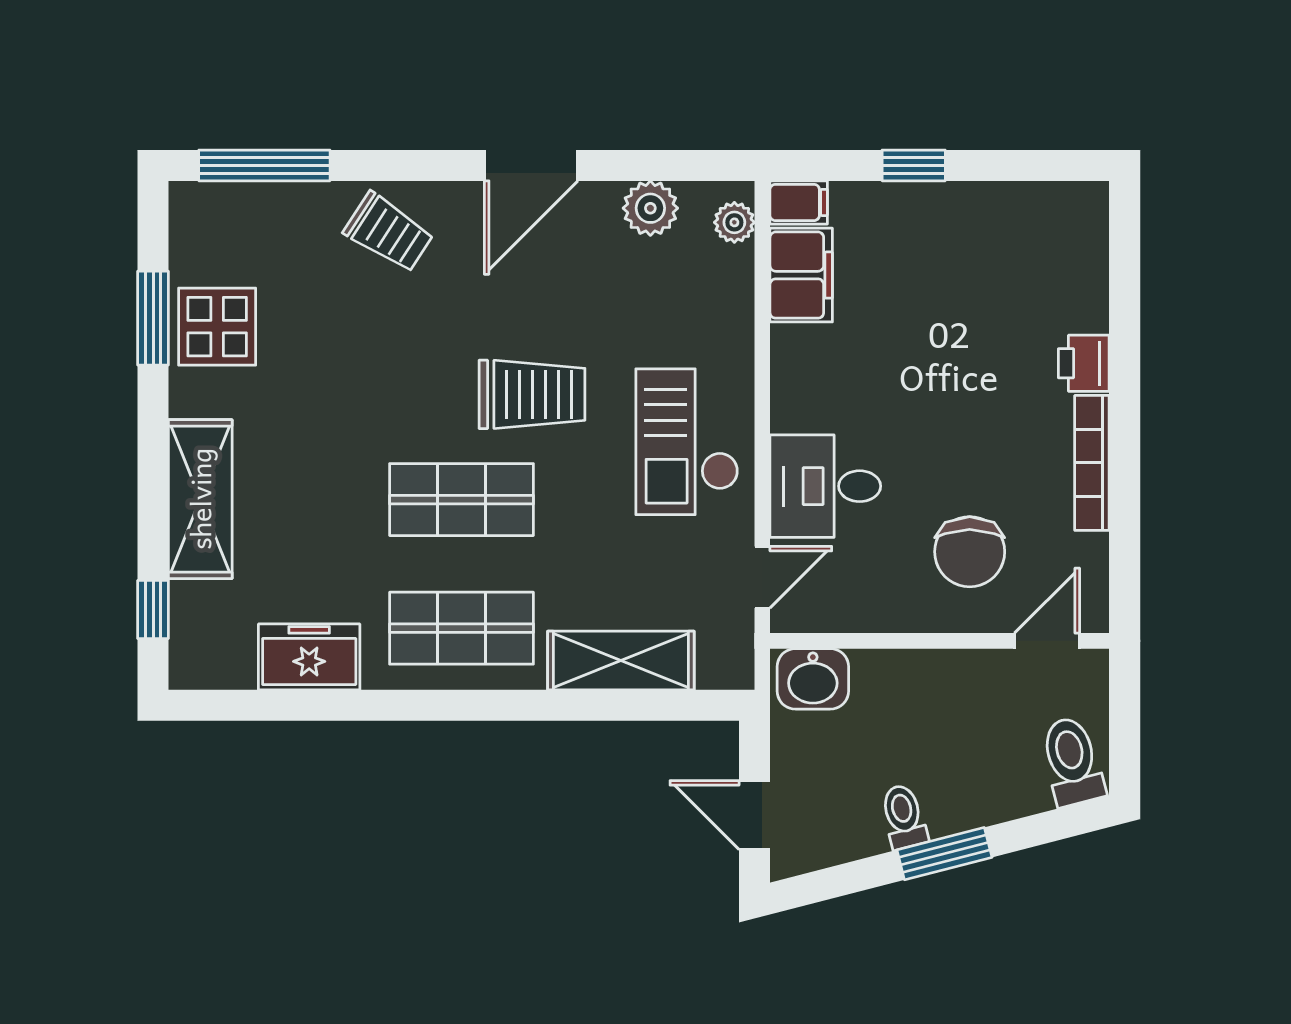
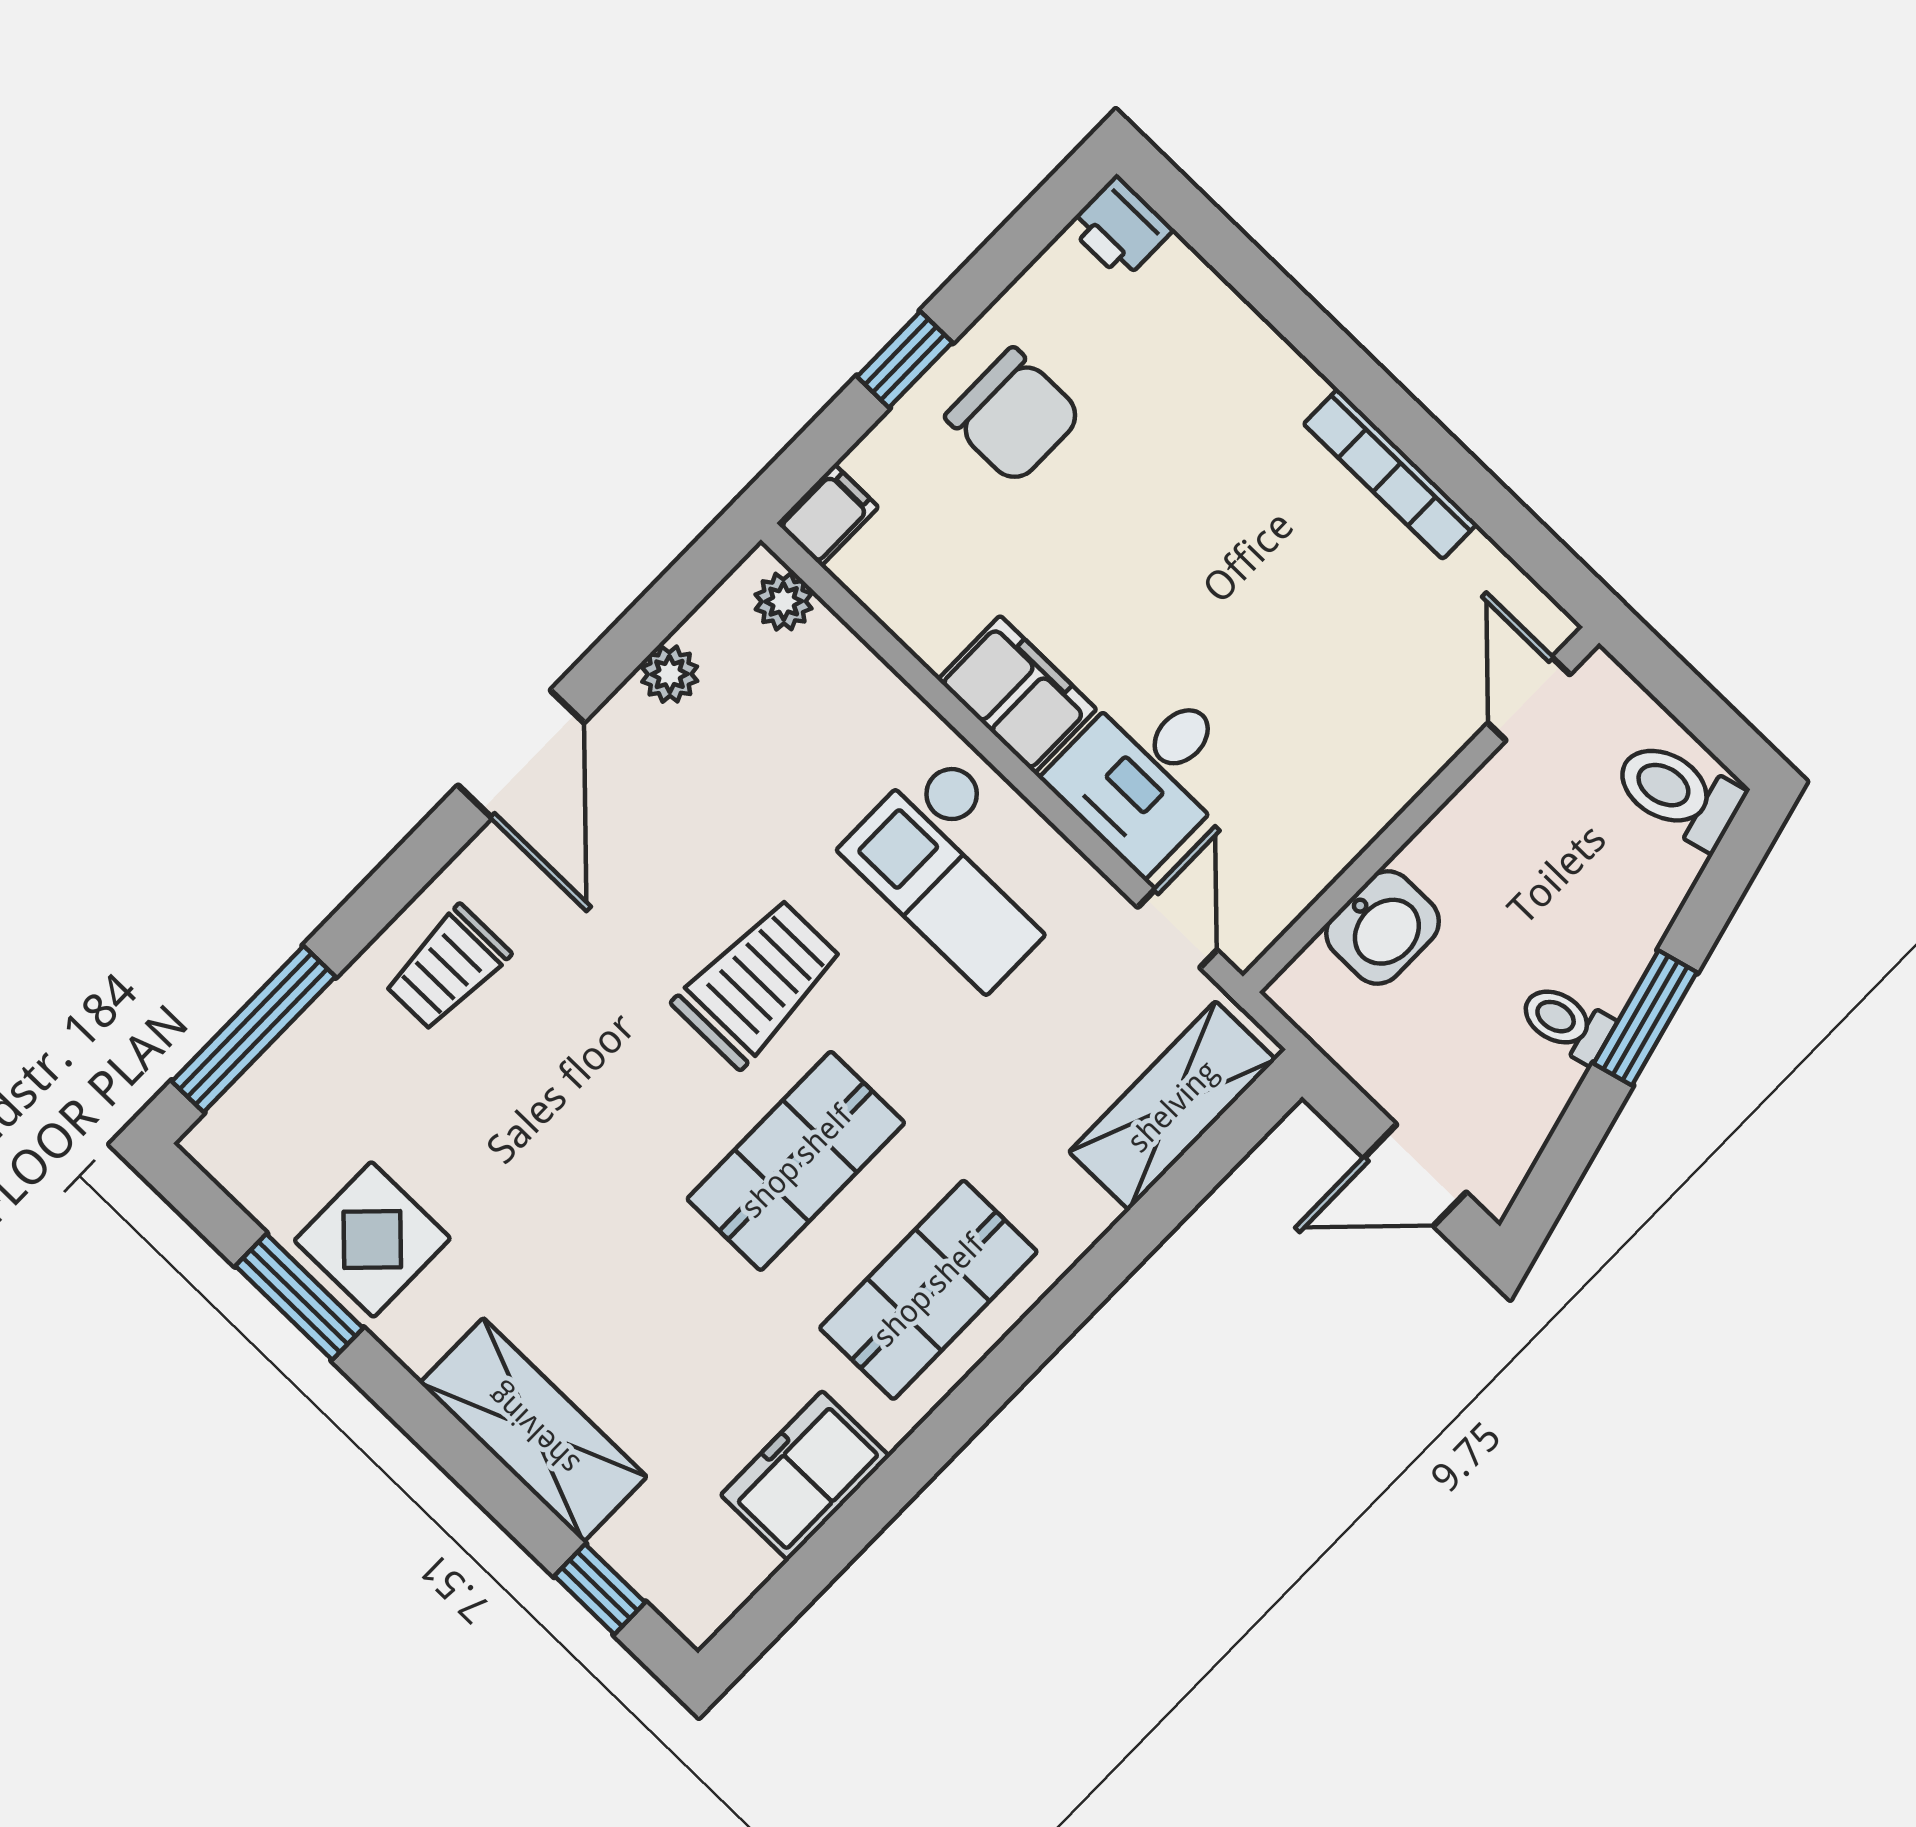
plant: (650, 208) -> (670, 674), width x0.73, depth x0.73
trolley: (389, 232) -> (447, 968), turned 147
filing cabinet: (801, 275) -> (1017, 694), moved
printer: (1084, 363) -> (1120, 228), moved
chair: (970, 552) -> (1014, 416), moved
shelving: (621, 660) -> (1172, 1106), moved
washbasin: (813, 679) -> (1383, 927), moved

